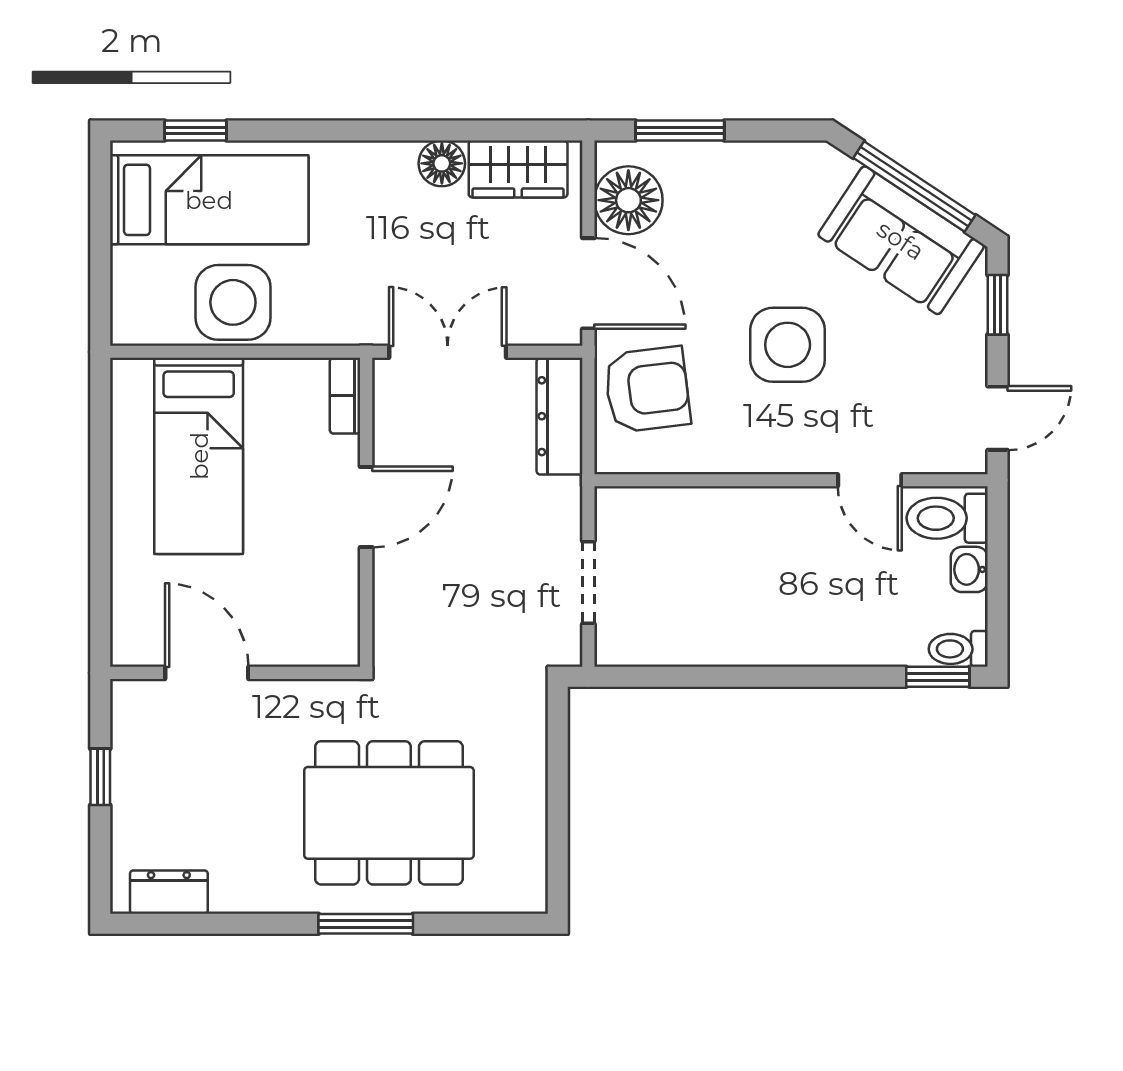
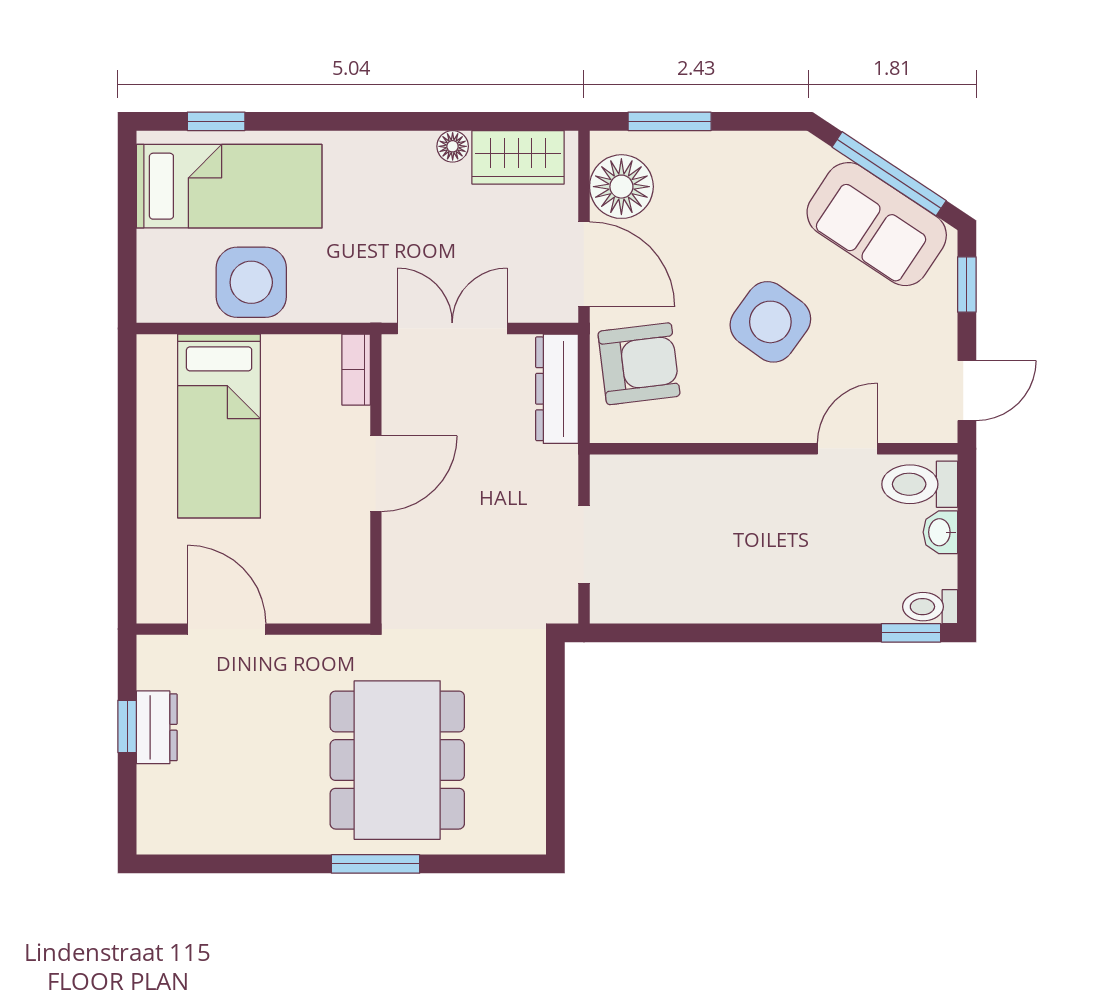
floor lamp: (442, 163) -> (453, 146), width x0.73, depth x0.73
side table: (788, 345) -> (770, 322), turned 36
door: (870, 480) -> (847, 449), swing flipped
dining table: (389, 813) -> (397, 760), turned 90
dresser: (169, 892) -> (157, 727), moved, turned 90

